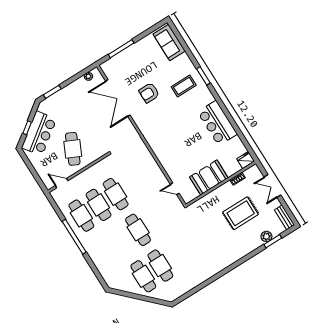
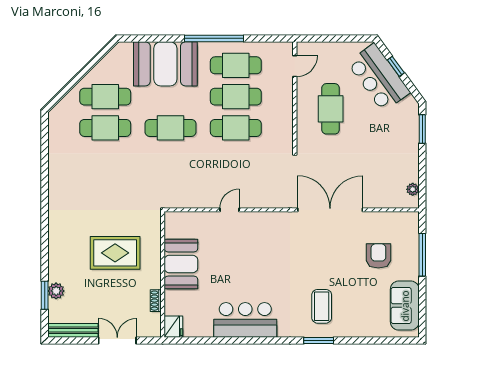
sofa: (169, 42) -> (405, 306), moved, turned -90
armchair: (149, 93) -> (378, 256), moved
double door: (118, 98) -> (330, 210), moved
cafe table: (73, 149) -> (331, 109), turned 65
door: (175, 189) -> (230, 210), moved
rug: (241, 213) -> (115, 253), moved, turned 90
bench: (284, 217) -> (73, 330), width x1.36
booth: (105, 255) -> (165, 64), added

